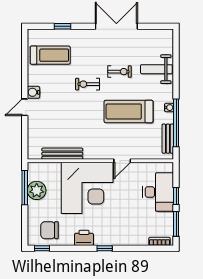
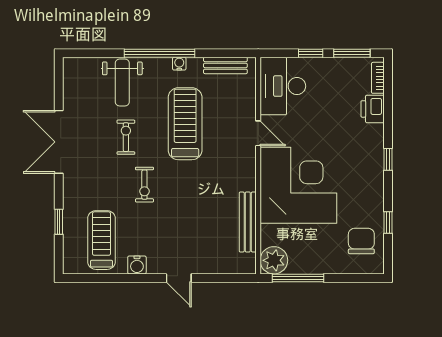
water cooler: (33, 92) -> (137, 265), moved
treadmill: (129, 111) -> (185, 124), turned 180
window: (176, 123) -> (160, 53), moved
plant: (37, 190) -> (274, 260), moved
desk: (158, 192) -> (283, 86), moved, turned -90
chair: (50, 230) -> (361, 241), turned 180
printer: (84, 238) -> (373, 109), moved
window: (42, 248) -> (388, 223), moved

